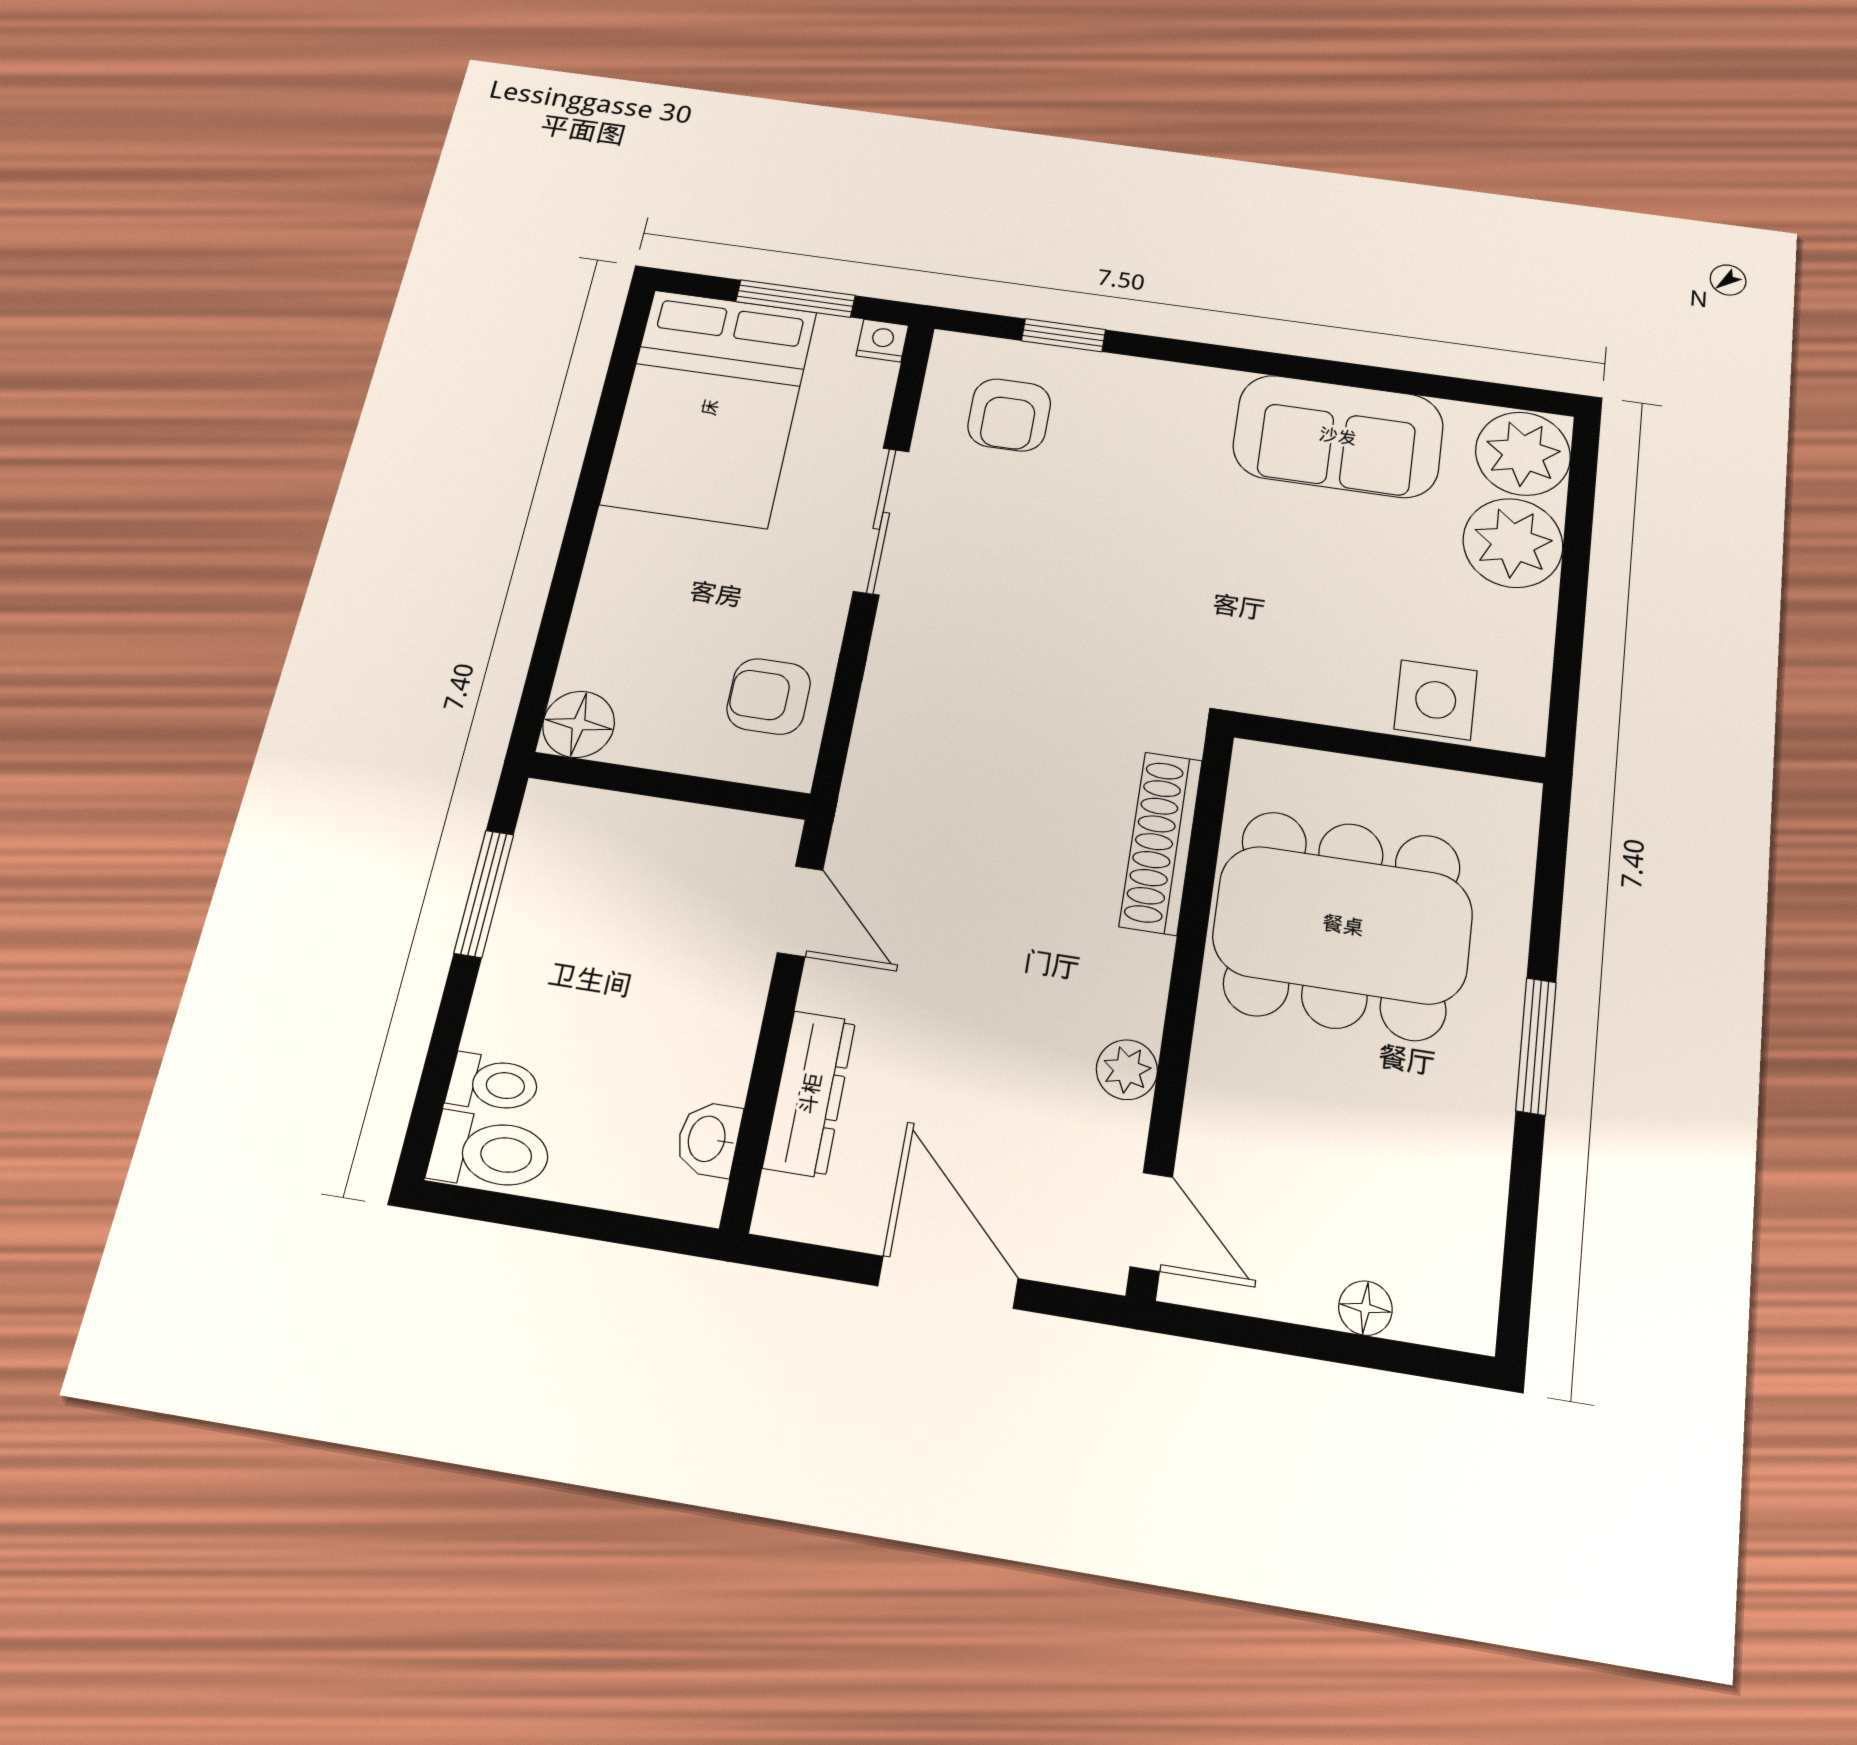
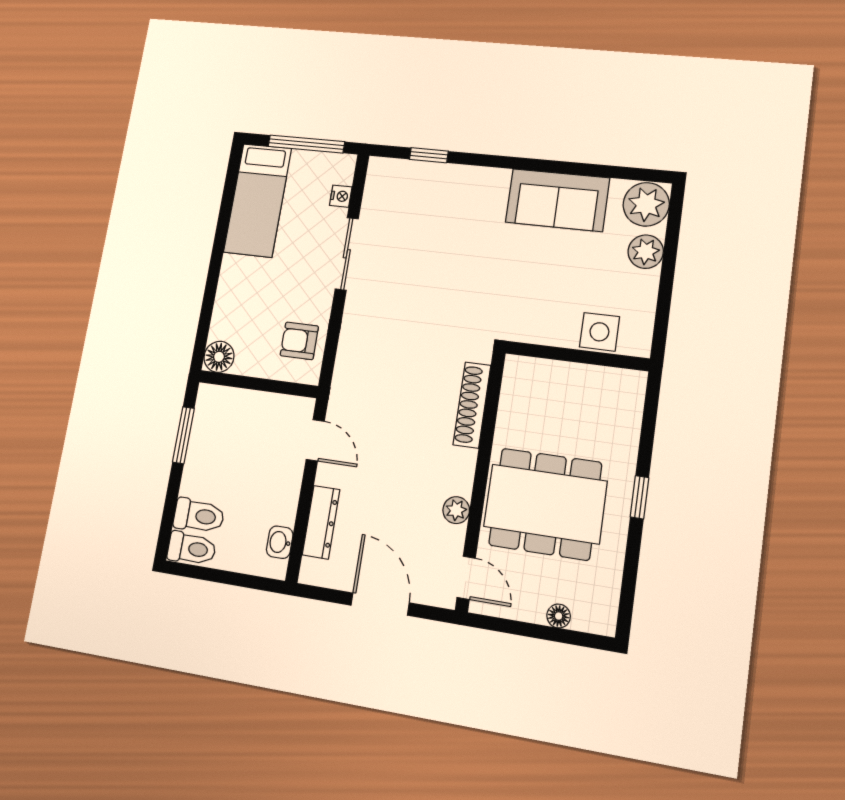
window: (795, 299) -> (306, 144), width x1.44
nightstand: (882, 341) -> (341, 196), moved, turned 90
bed: (710, 407) -> (258, 200), width x0.67
armchair: (1009, 415) -> (404, 198), removed
plant: (1513, 543) -> (646, 252), width x0.73, depth x0.73
dining table: (1343, 925) -> (545, 504), moved
window: (1536, 1046) -> (640, 497), width x0.67
toilet: (493, 1084) -> (199, 516), width x1.37, depth x1.39

